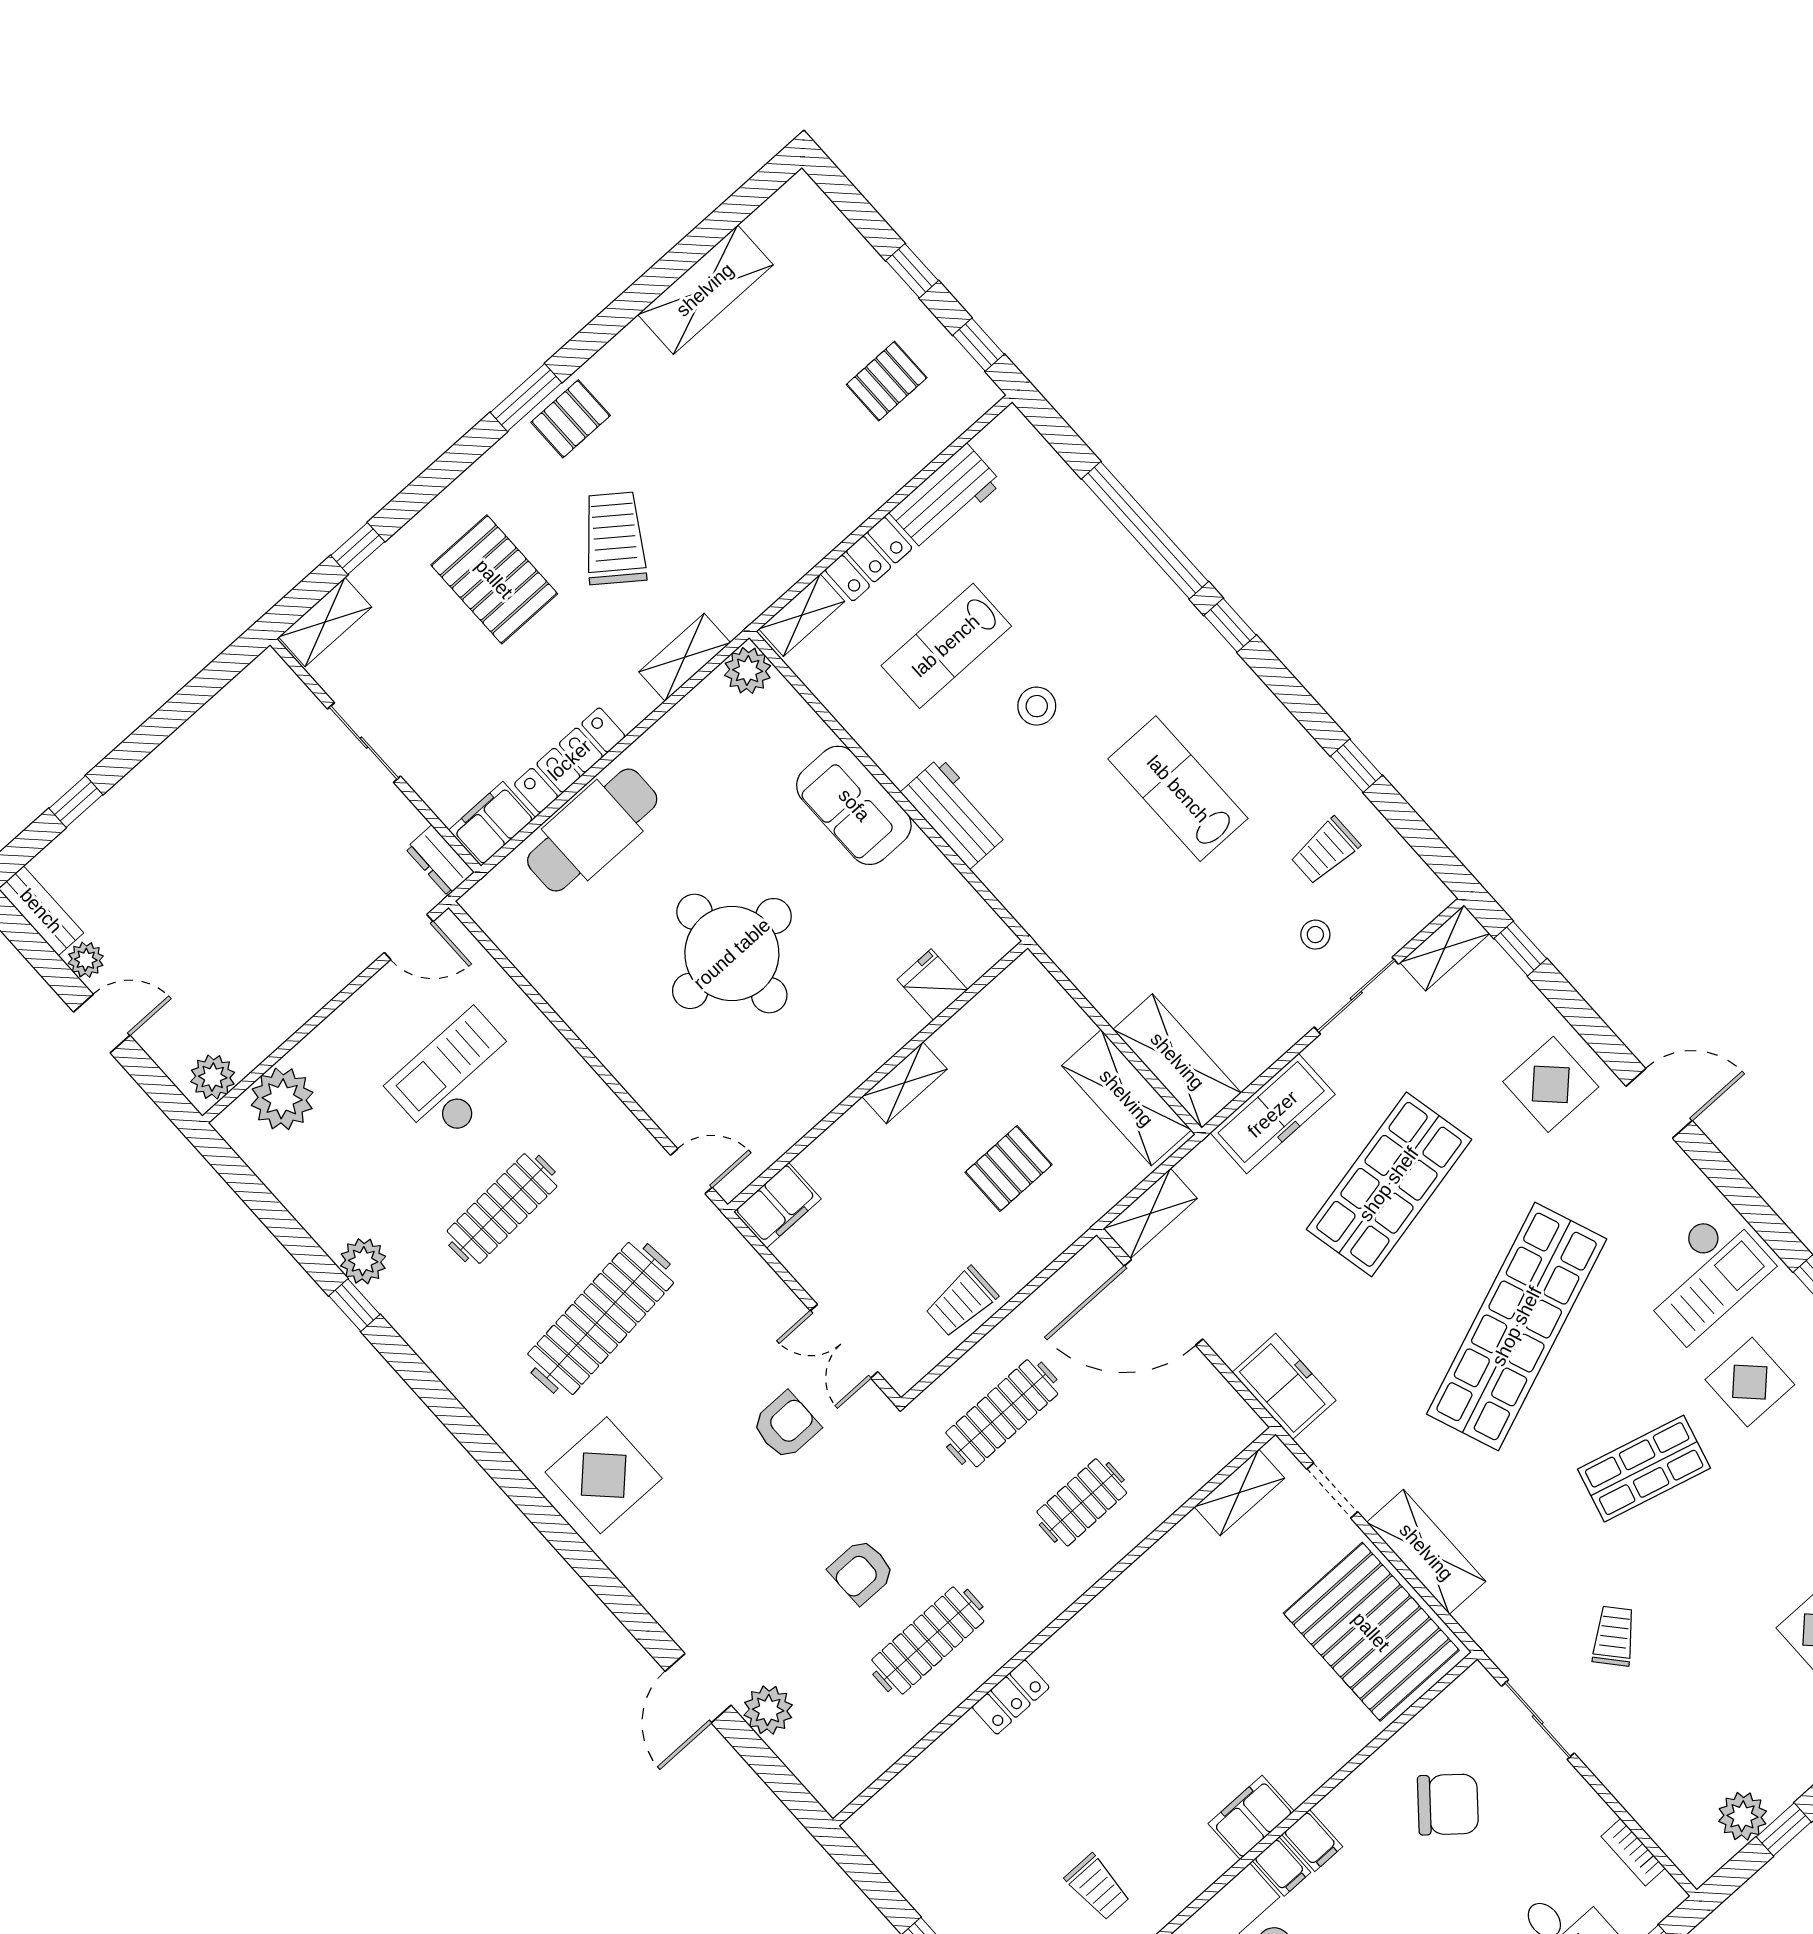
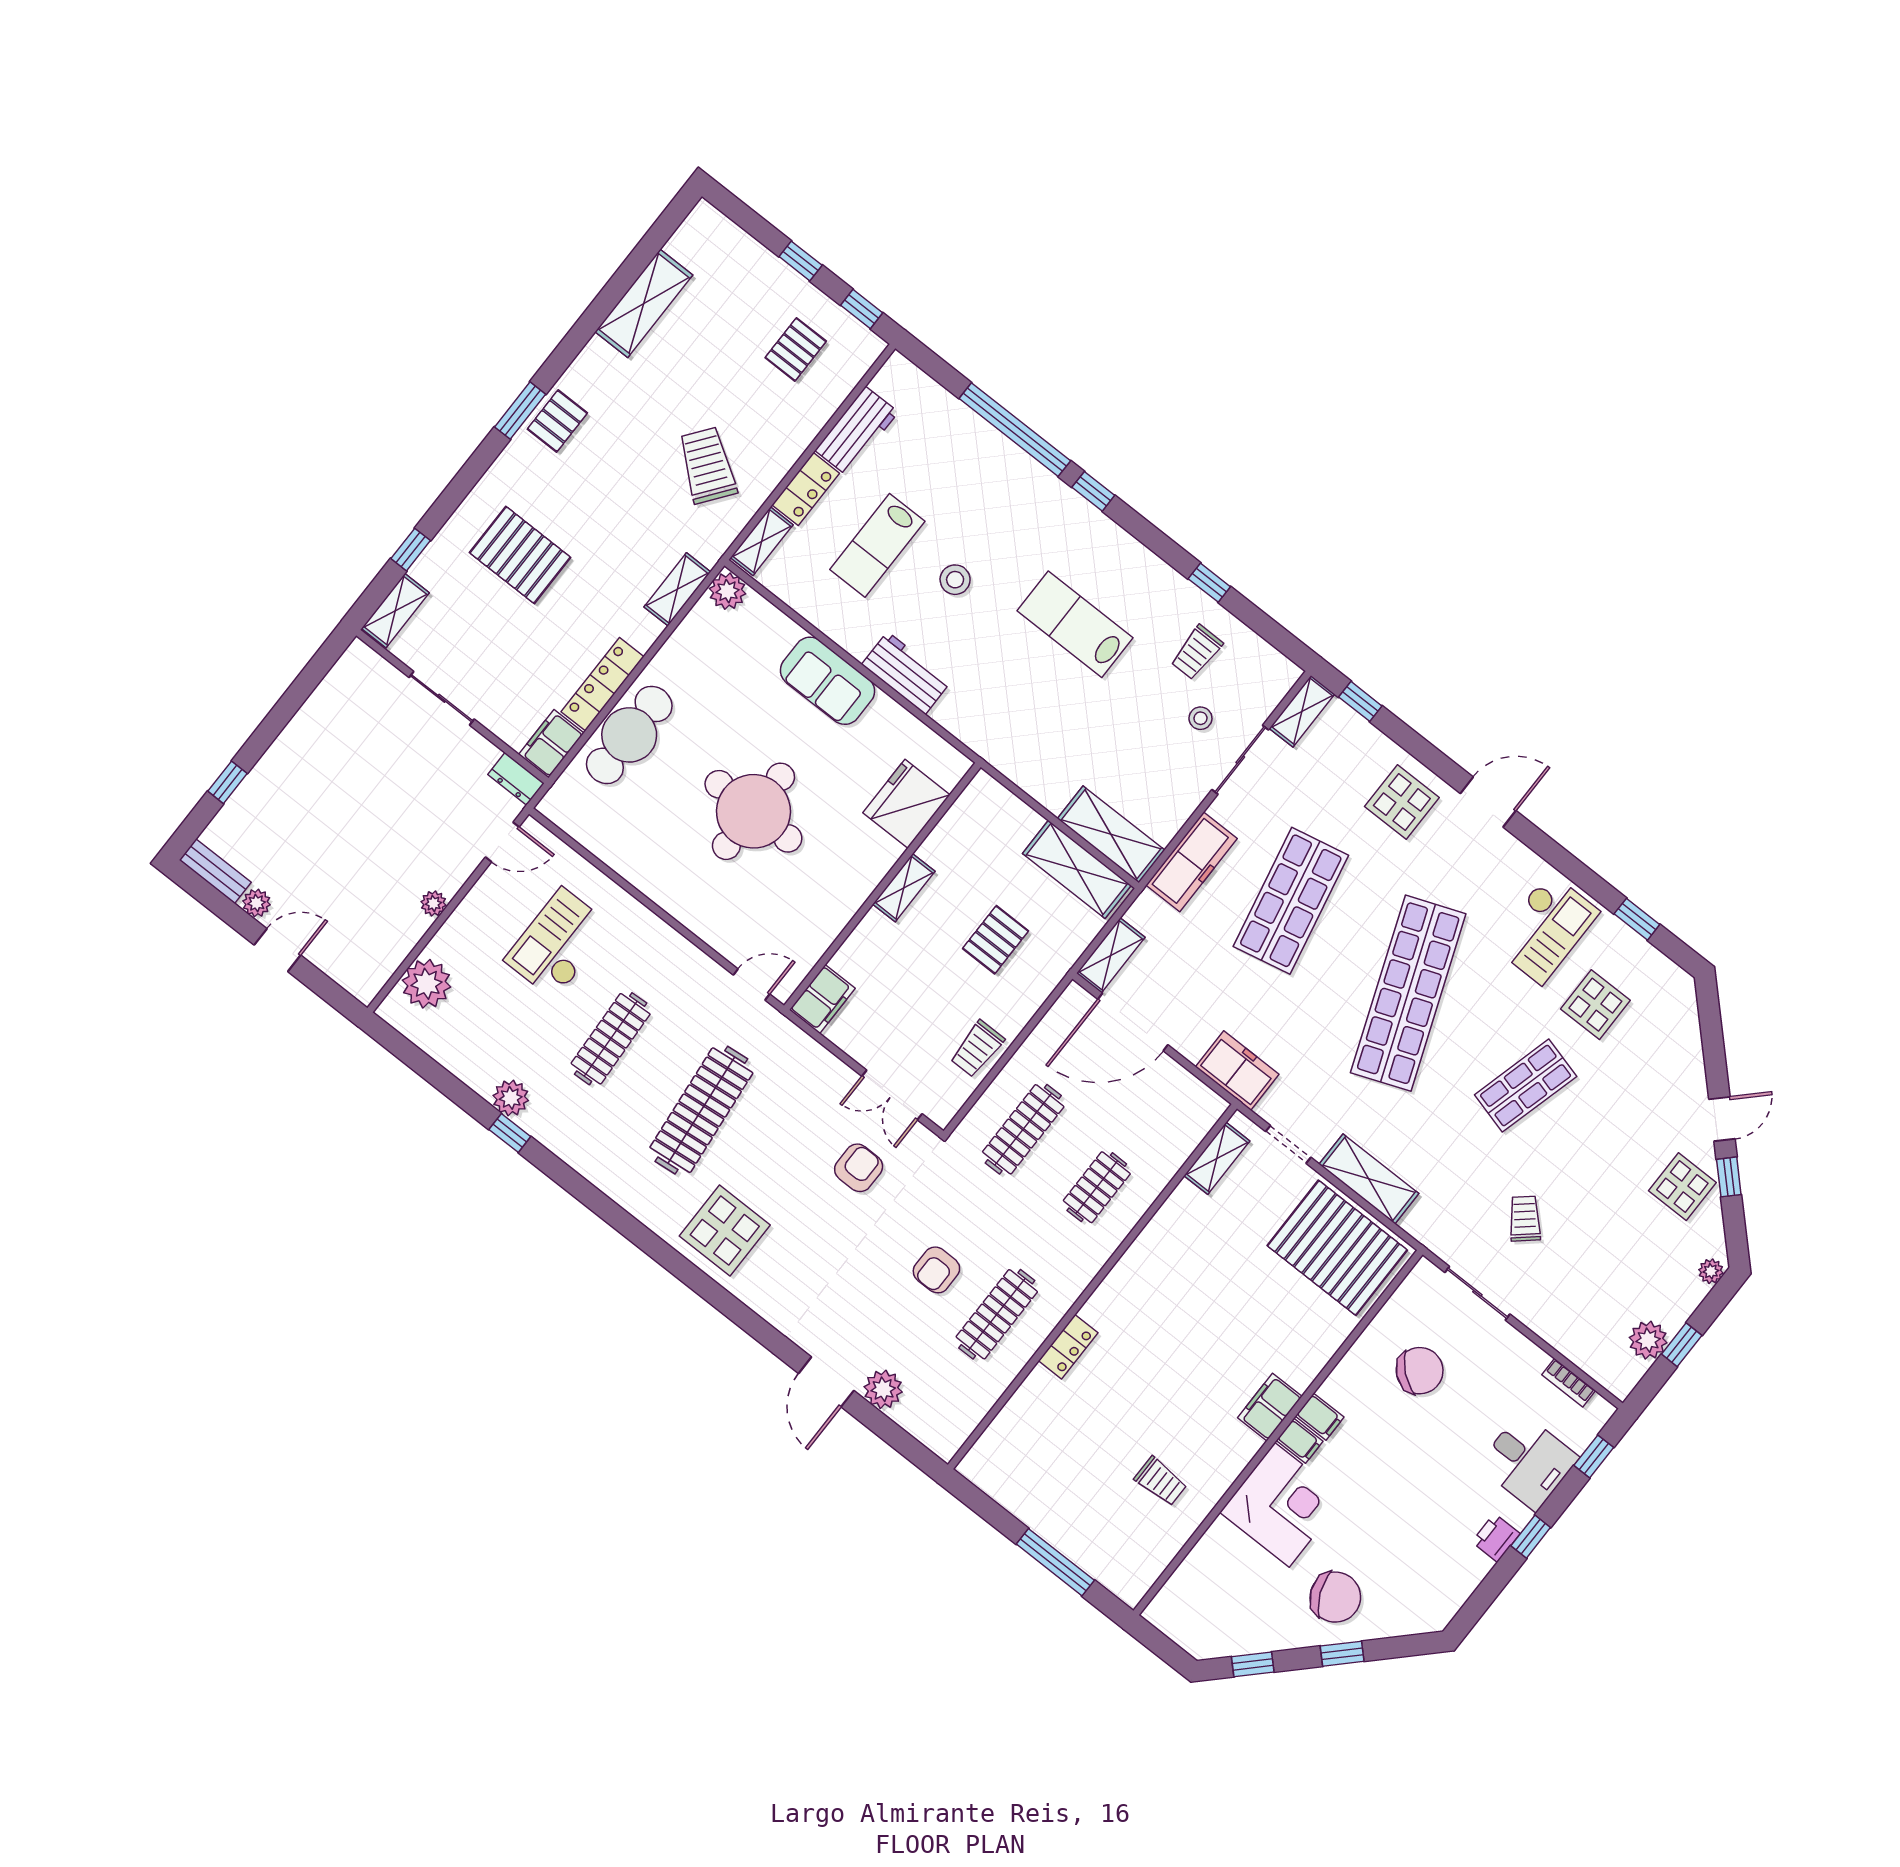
trolley: (615, 538) -> (707, 465), moved
fridge: (932, 985) -> (906, 804), width x1.88, depth x1.34
plant: (213, 1077) -> (433, 903), moved, width x0.73, depth x0.73

